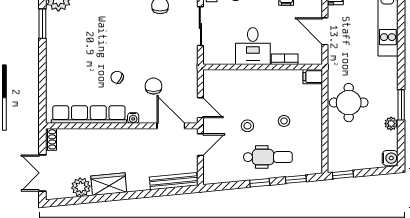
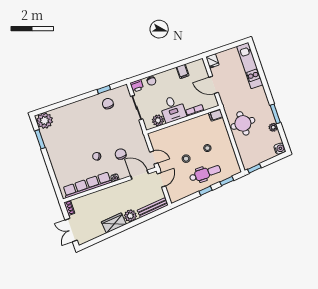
plant: (225, 55) -> (158, 120), added
plant: (81, 187) -> (130, 216), moved

